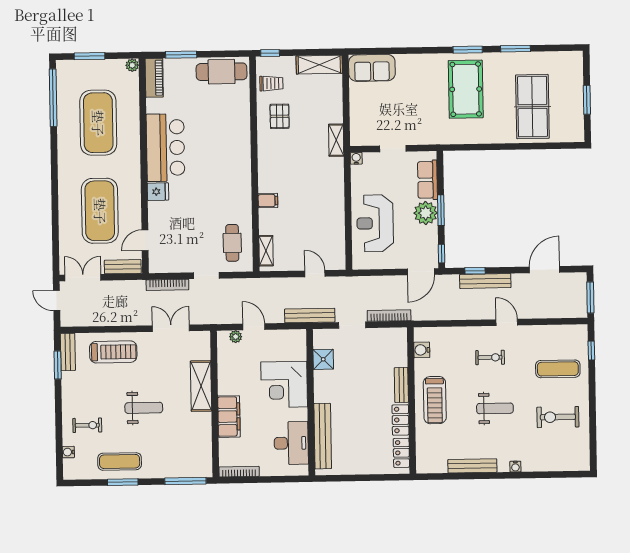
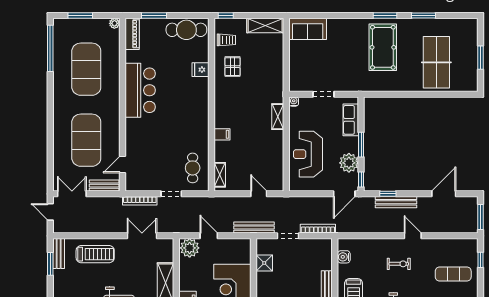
shelving: (336, 140) -> (278, 117), moved
fridge: (158, 192) -> (201, 70), moved, turned 180
plant: (426, 213) -> (349, 163), moved
plant: (236, 337) -> (190, 248), width x1.88, depth x1.88

